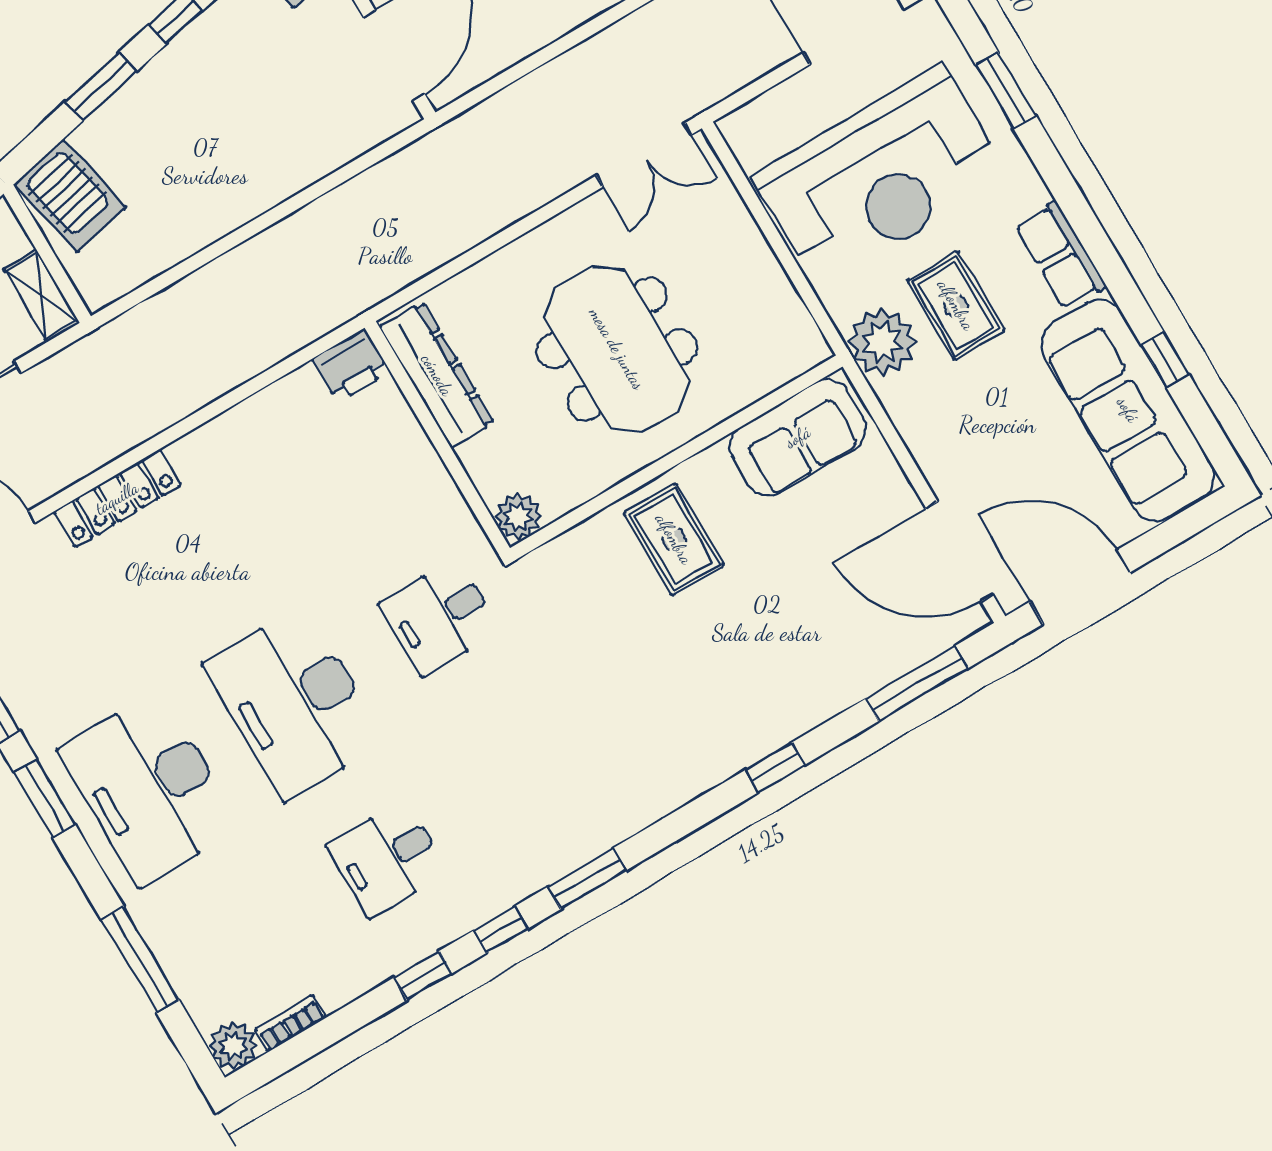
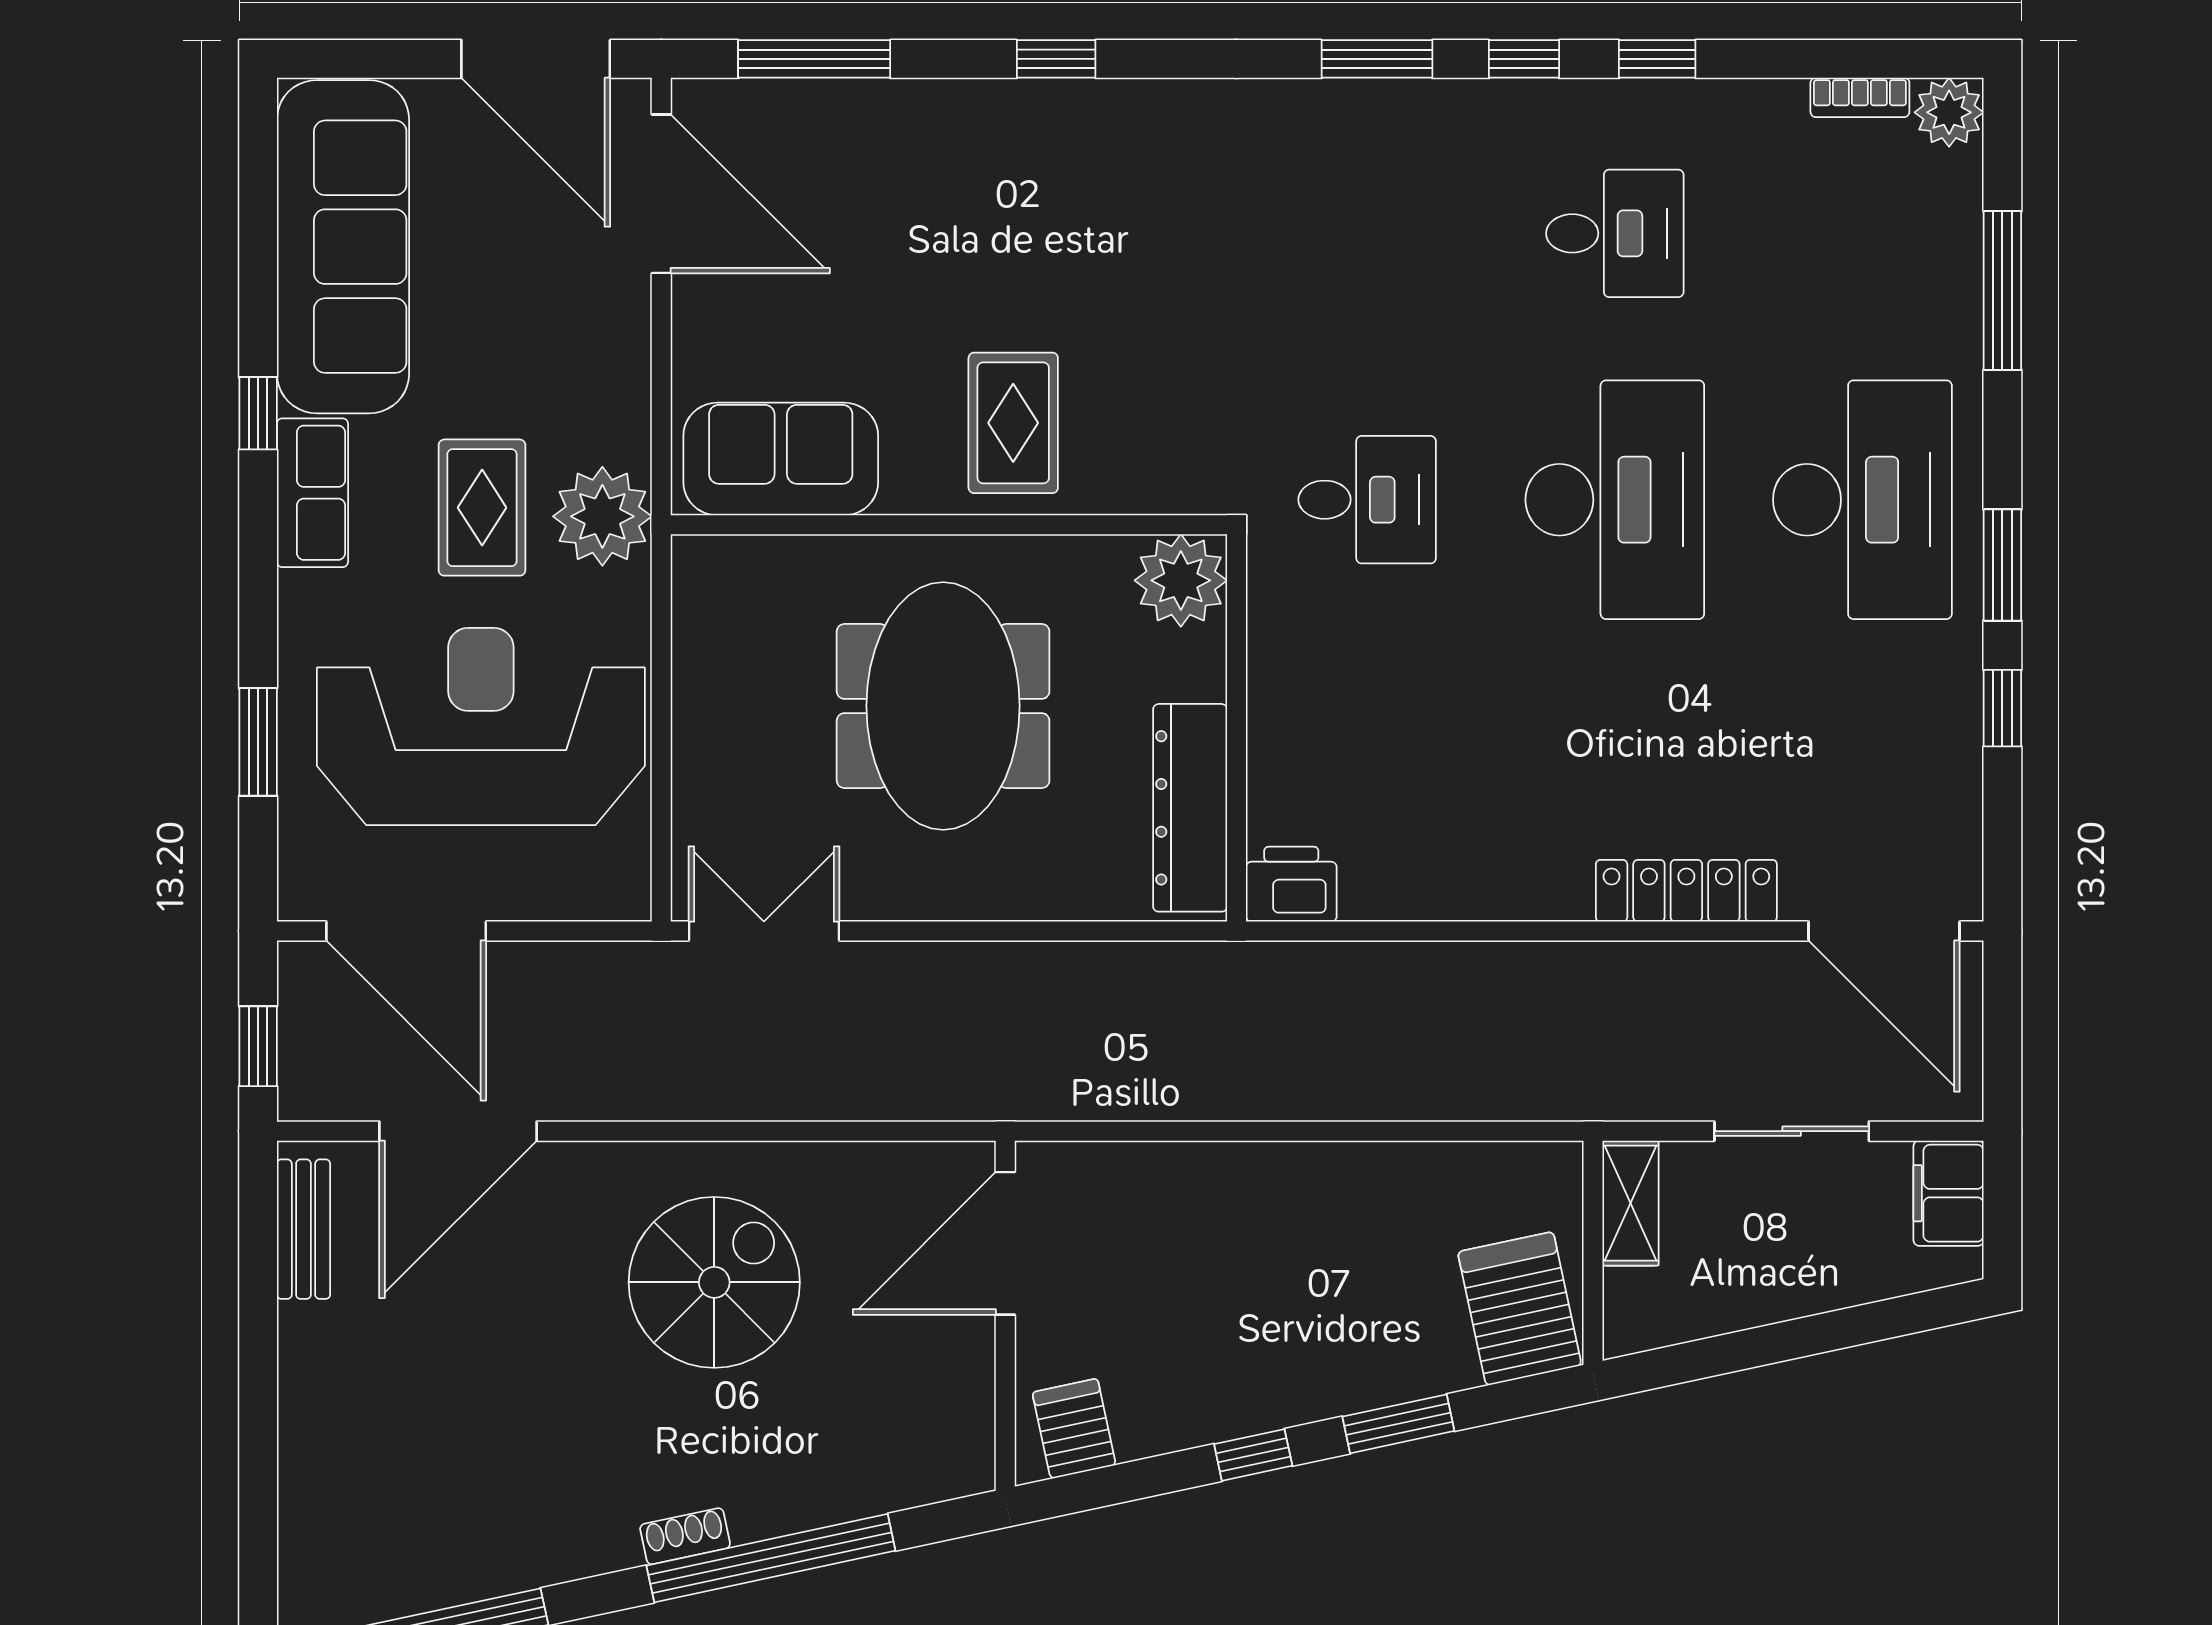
window: (1165, 360) -> (258, 413), moved
plant: (518, 516) -> (1181, 580), width x1.36, depth x1.36

